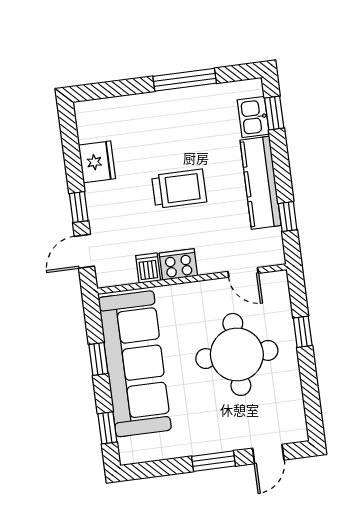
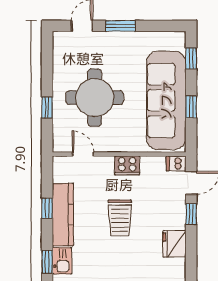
trolley: (179, 189) -> (120, 218), turned -90
window: (288, 217) -> (47, 208), moved
dishwasher: (148, 268) -> (176, 163), moved, turned 90

